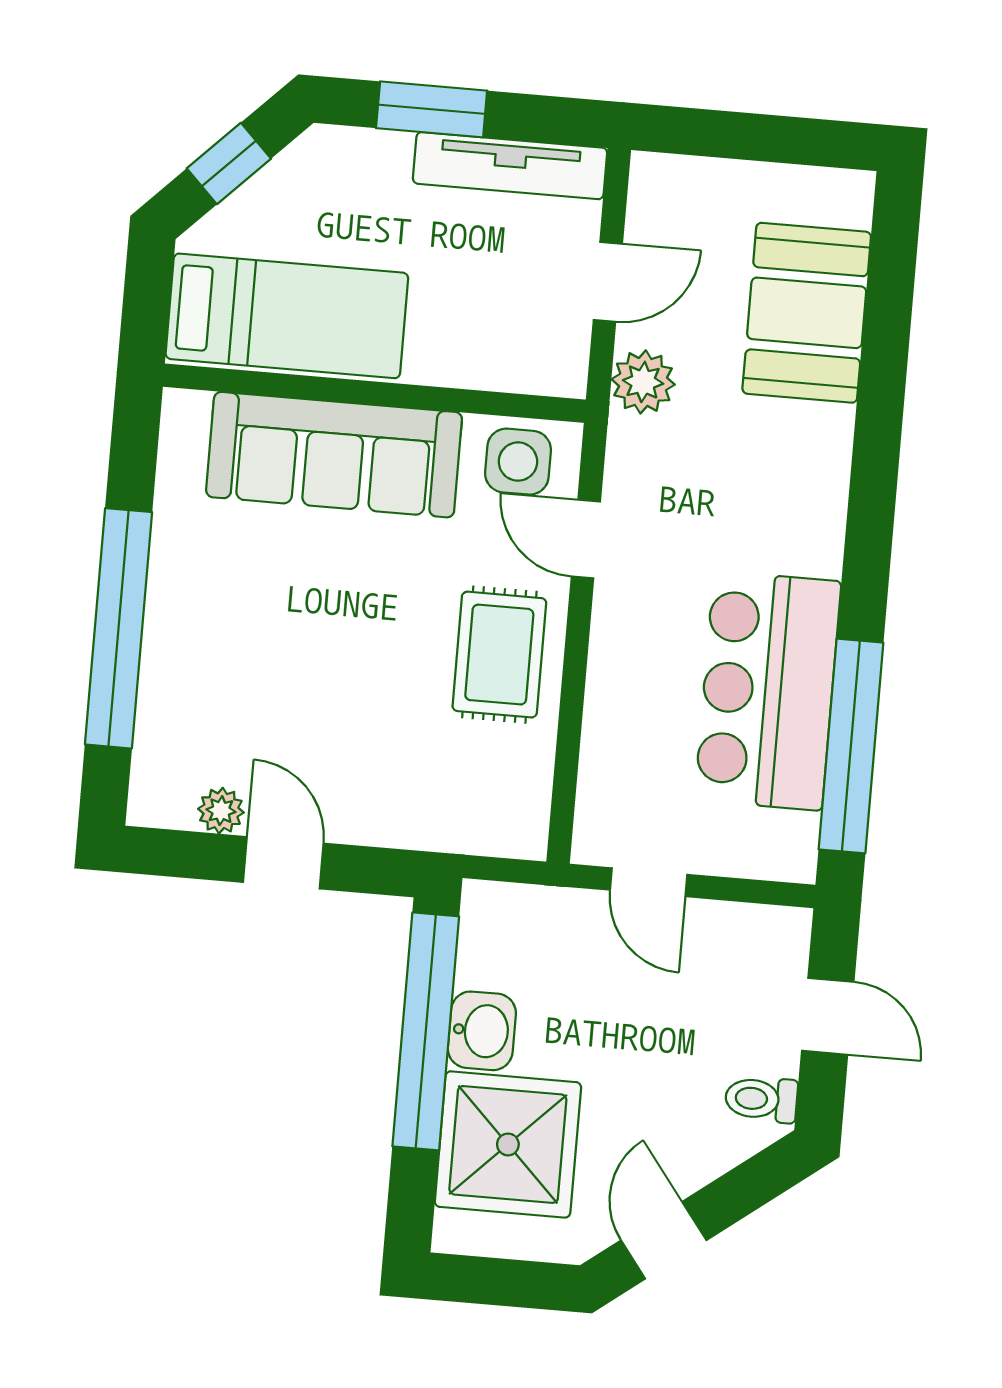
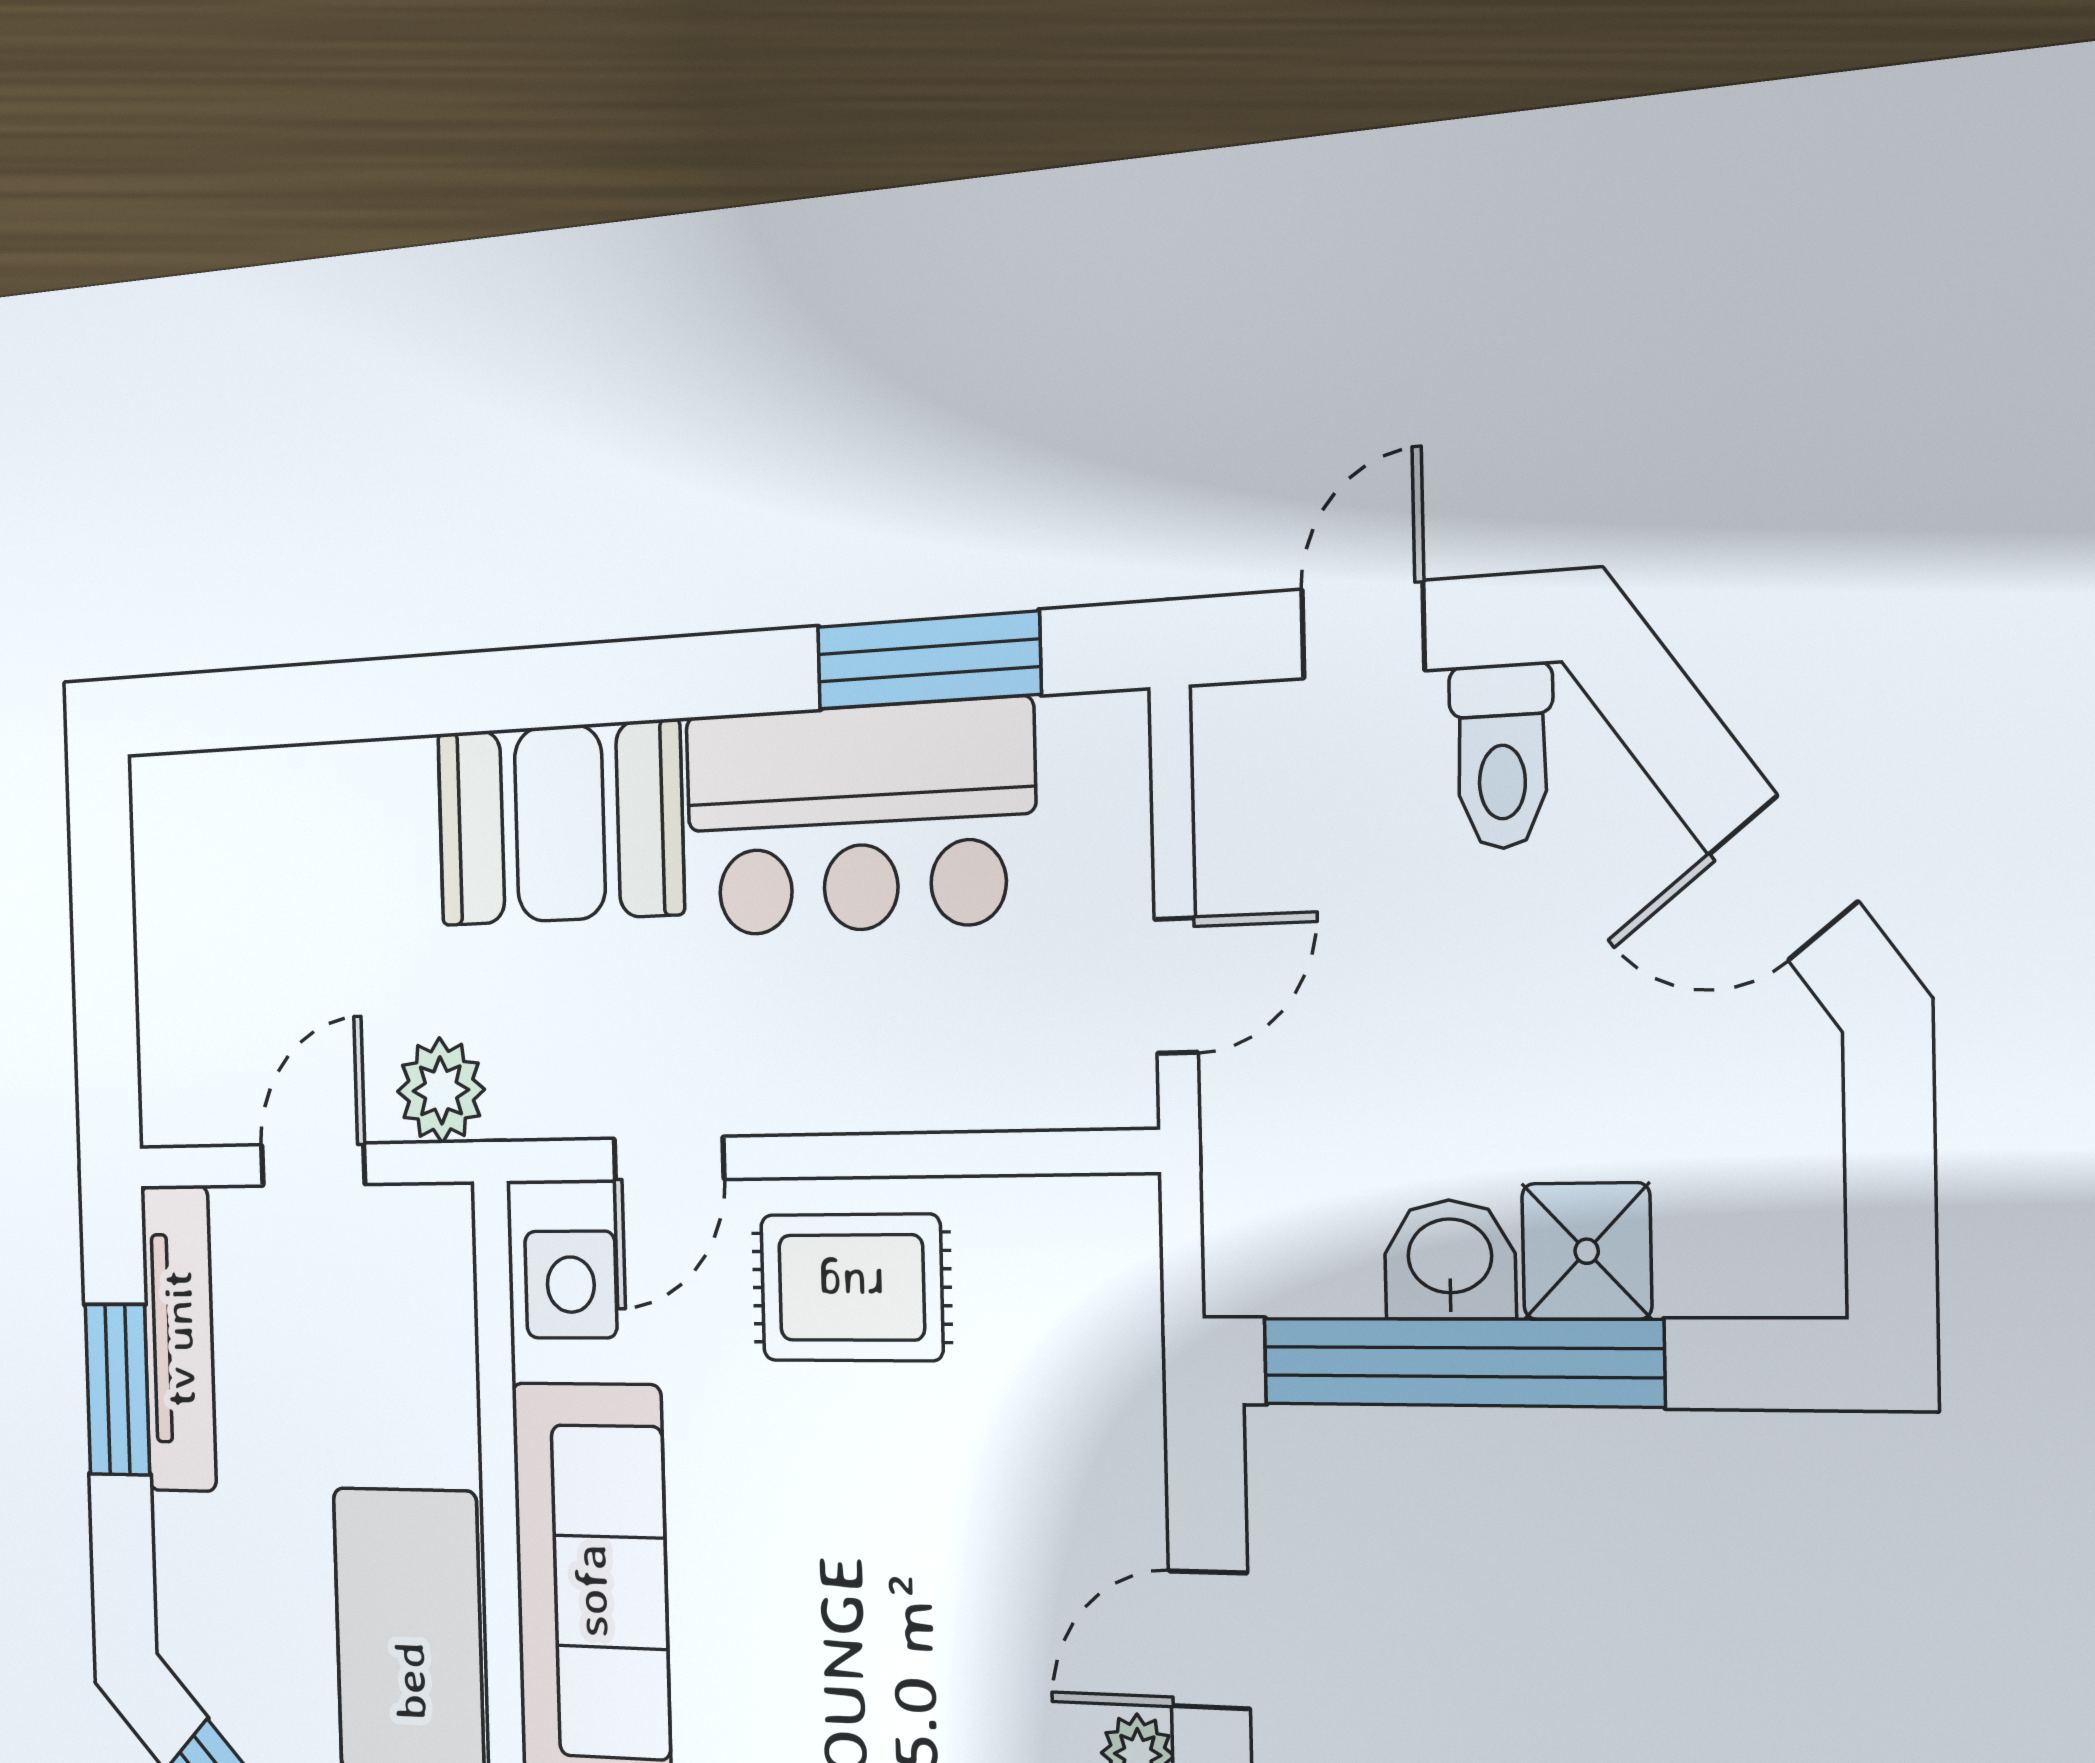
window: (432, 109) -> (117, 1389), moved
door: (608, 282) -> (313, 1165), hinge flipped
booth: (807, 313) -> (560, 823), moved
window: (851, 746) -> (928, 660), width x0.68
toilet: (761, 1099) -> (1502, 756), width x1.37, depth x1.39
shower: (508, 1144) -> (1587, 1251), width x0.54, depth x0.54

